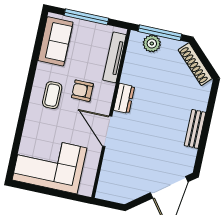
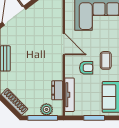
window: (86, 17) -> (94, 118), width x0.69
dresser: (124, 98) -> (57, 90), moved

